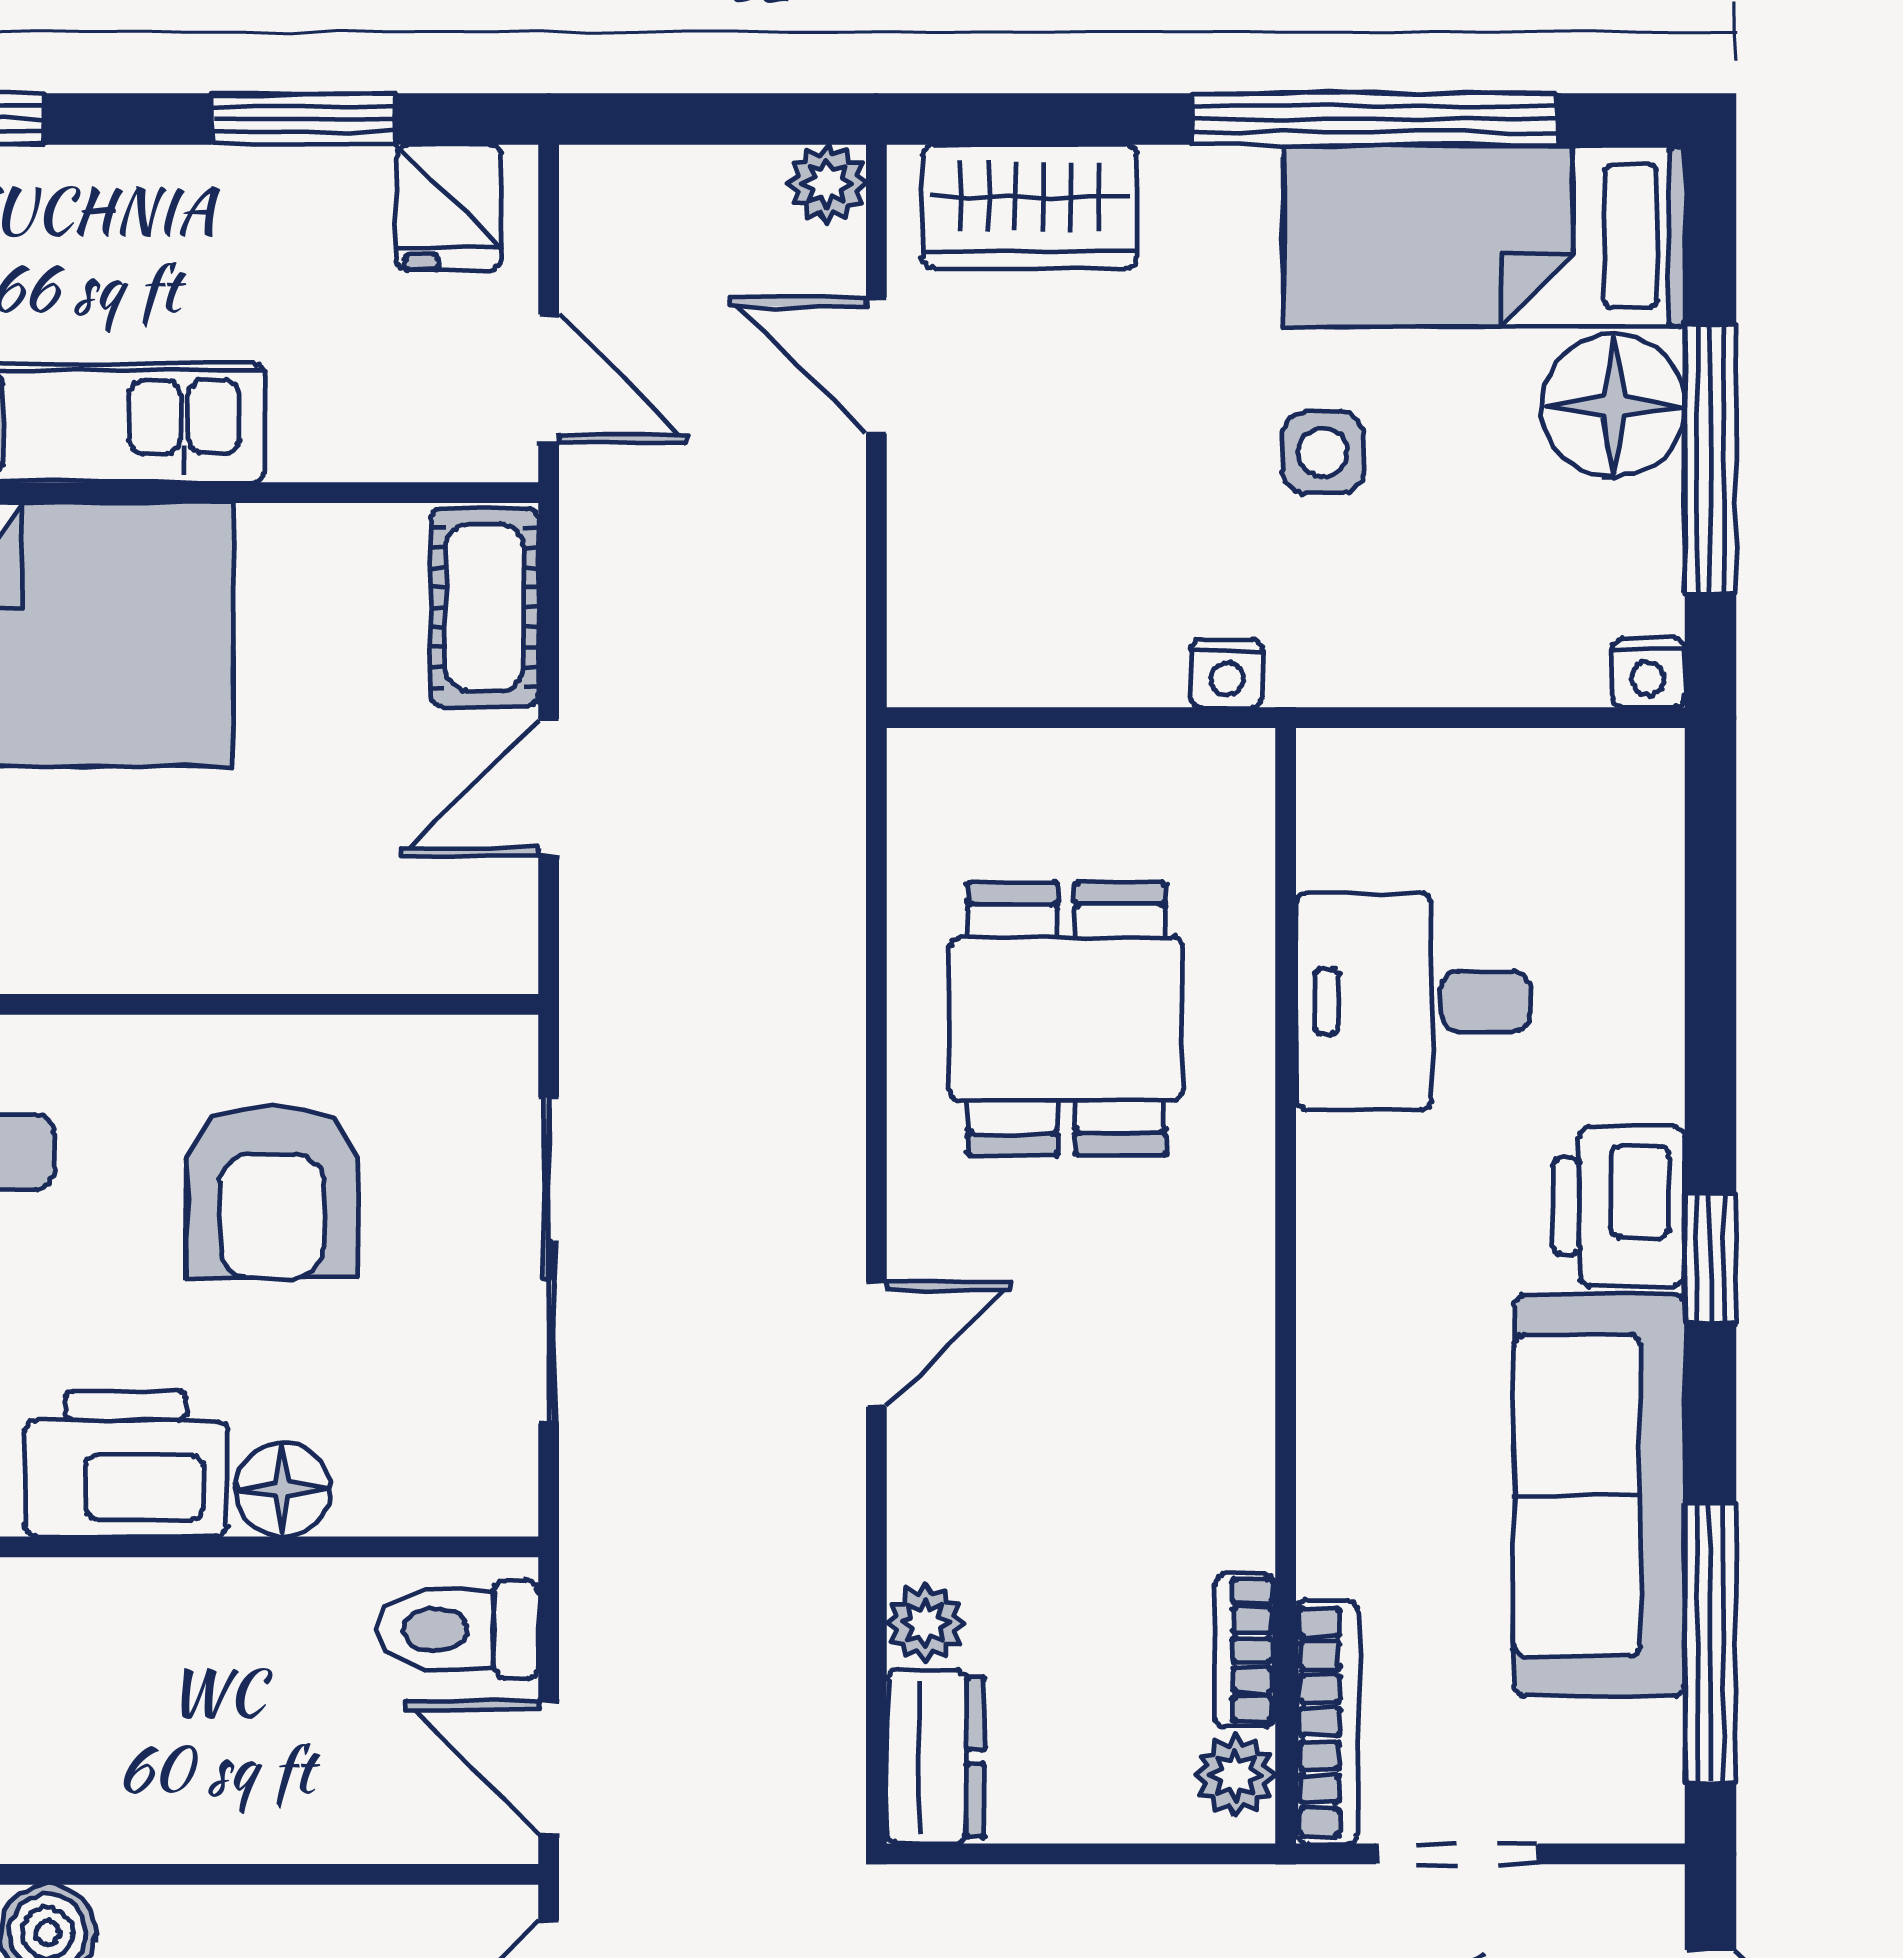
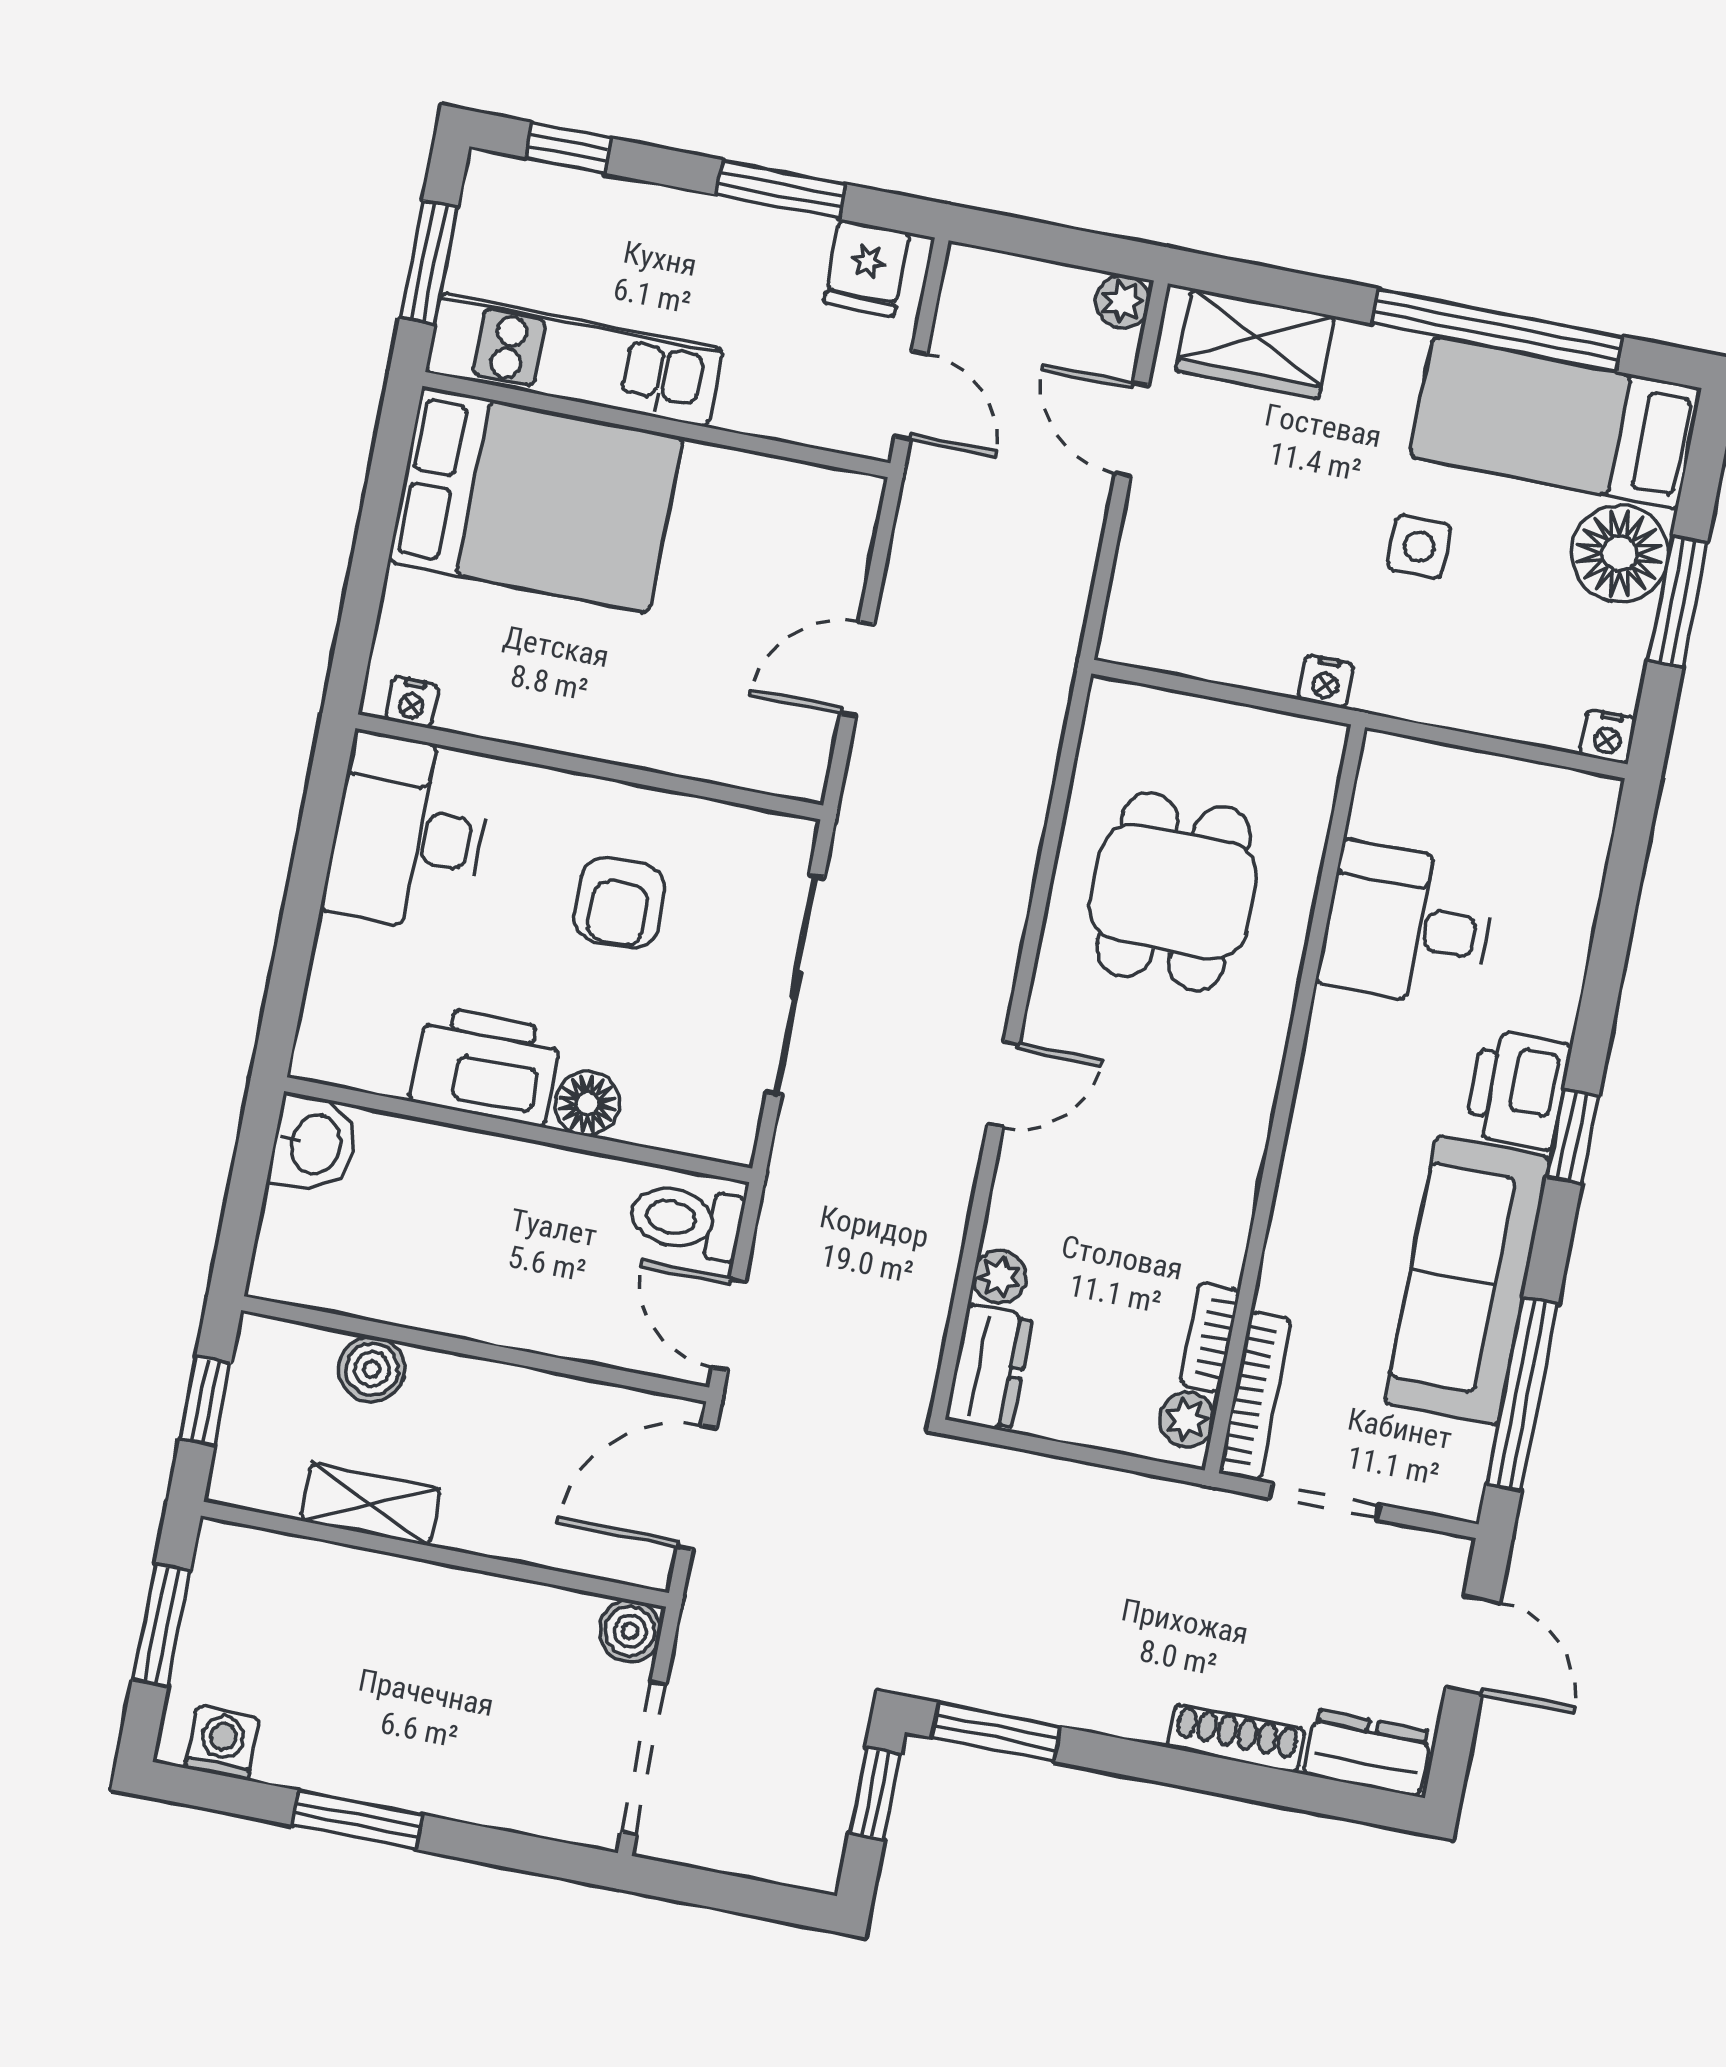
window: (1710, 459) -> (1678, 601), width x0.69
cot: (485, 607) -> (838, 540), removed
armchair: (272, 1192) -> (619, 903), width x0.72, depth x0.72

